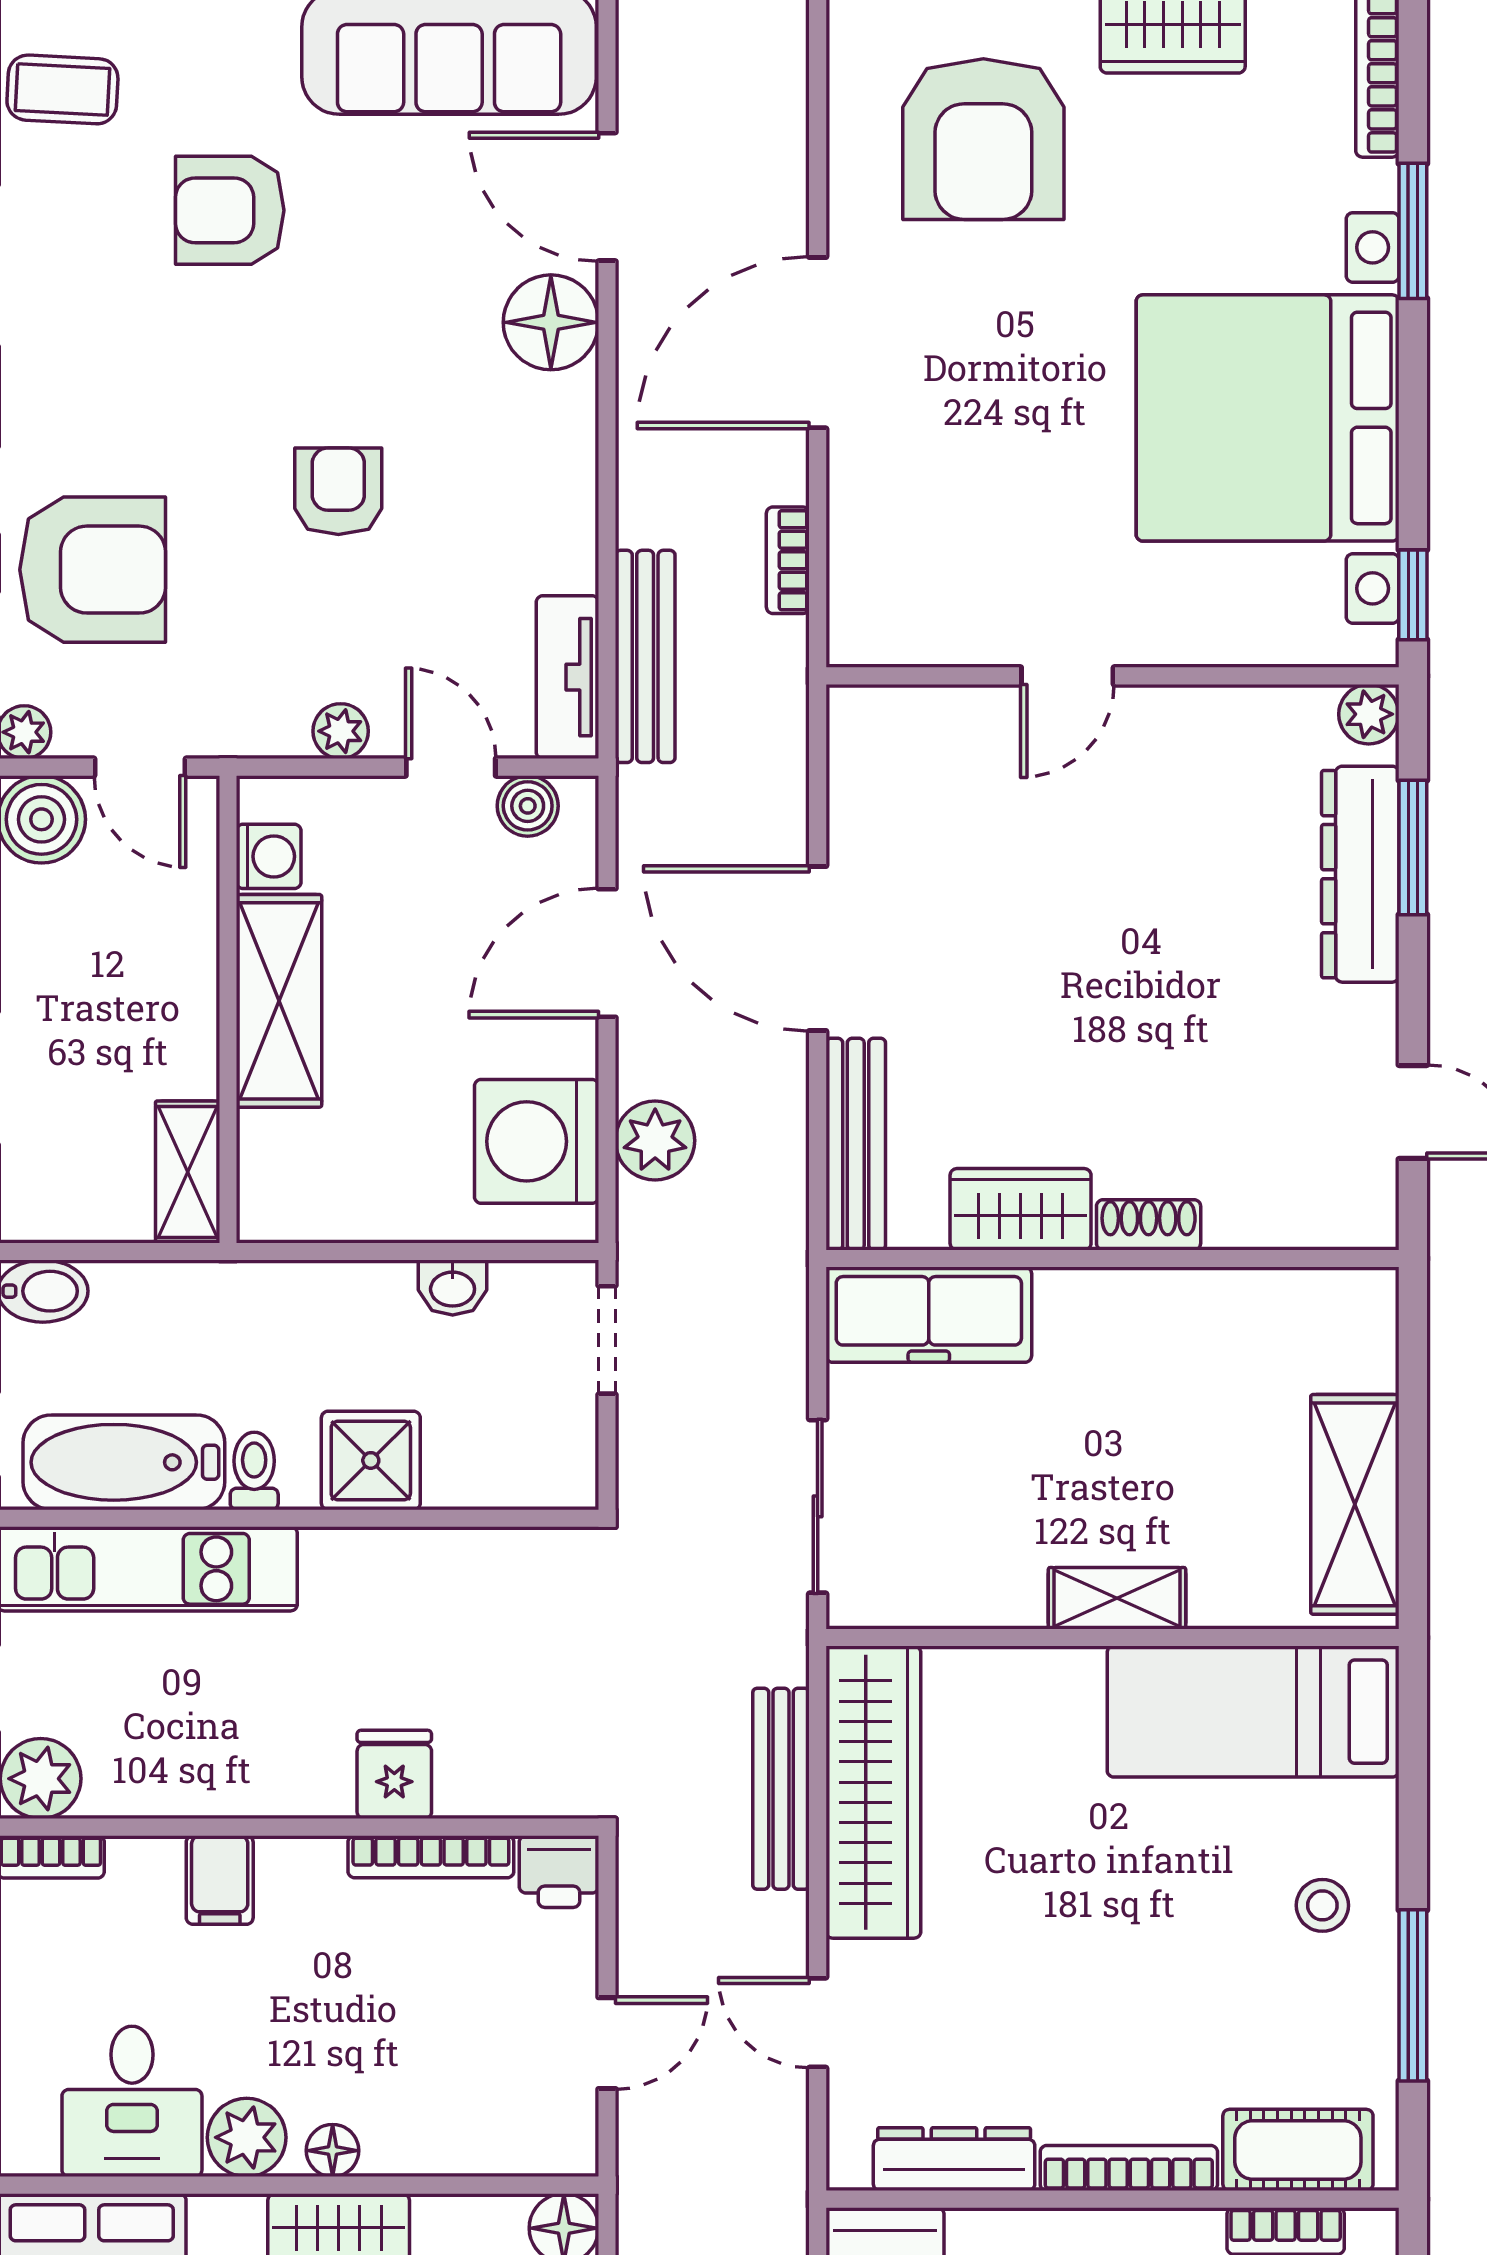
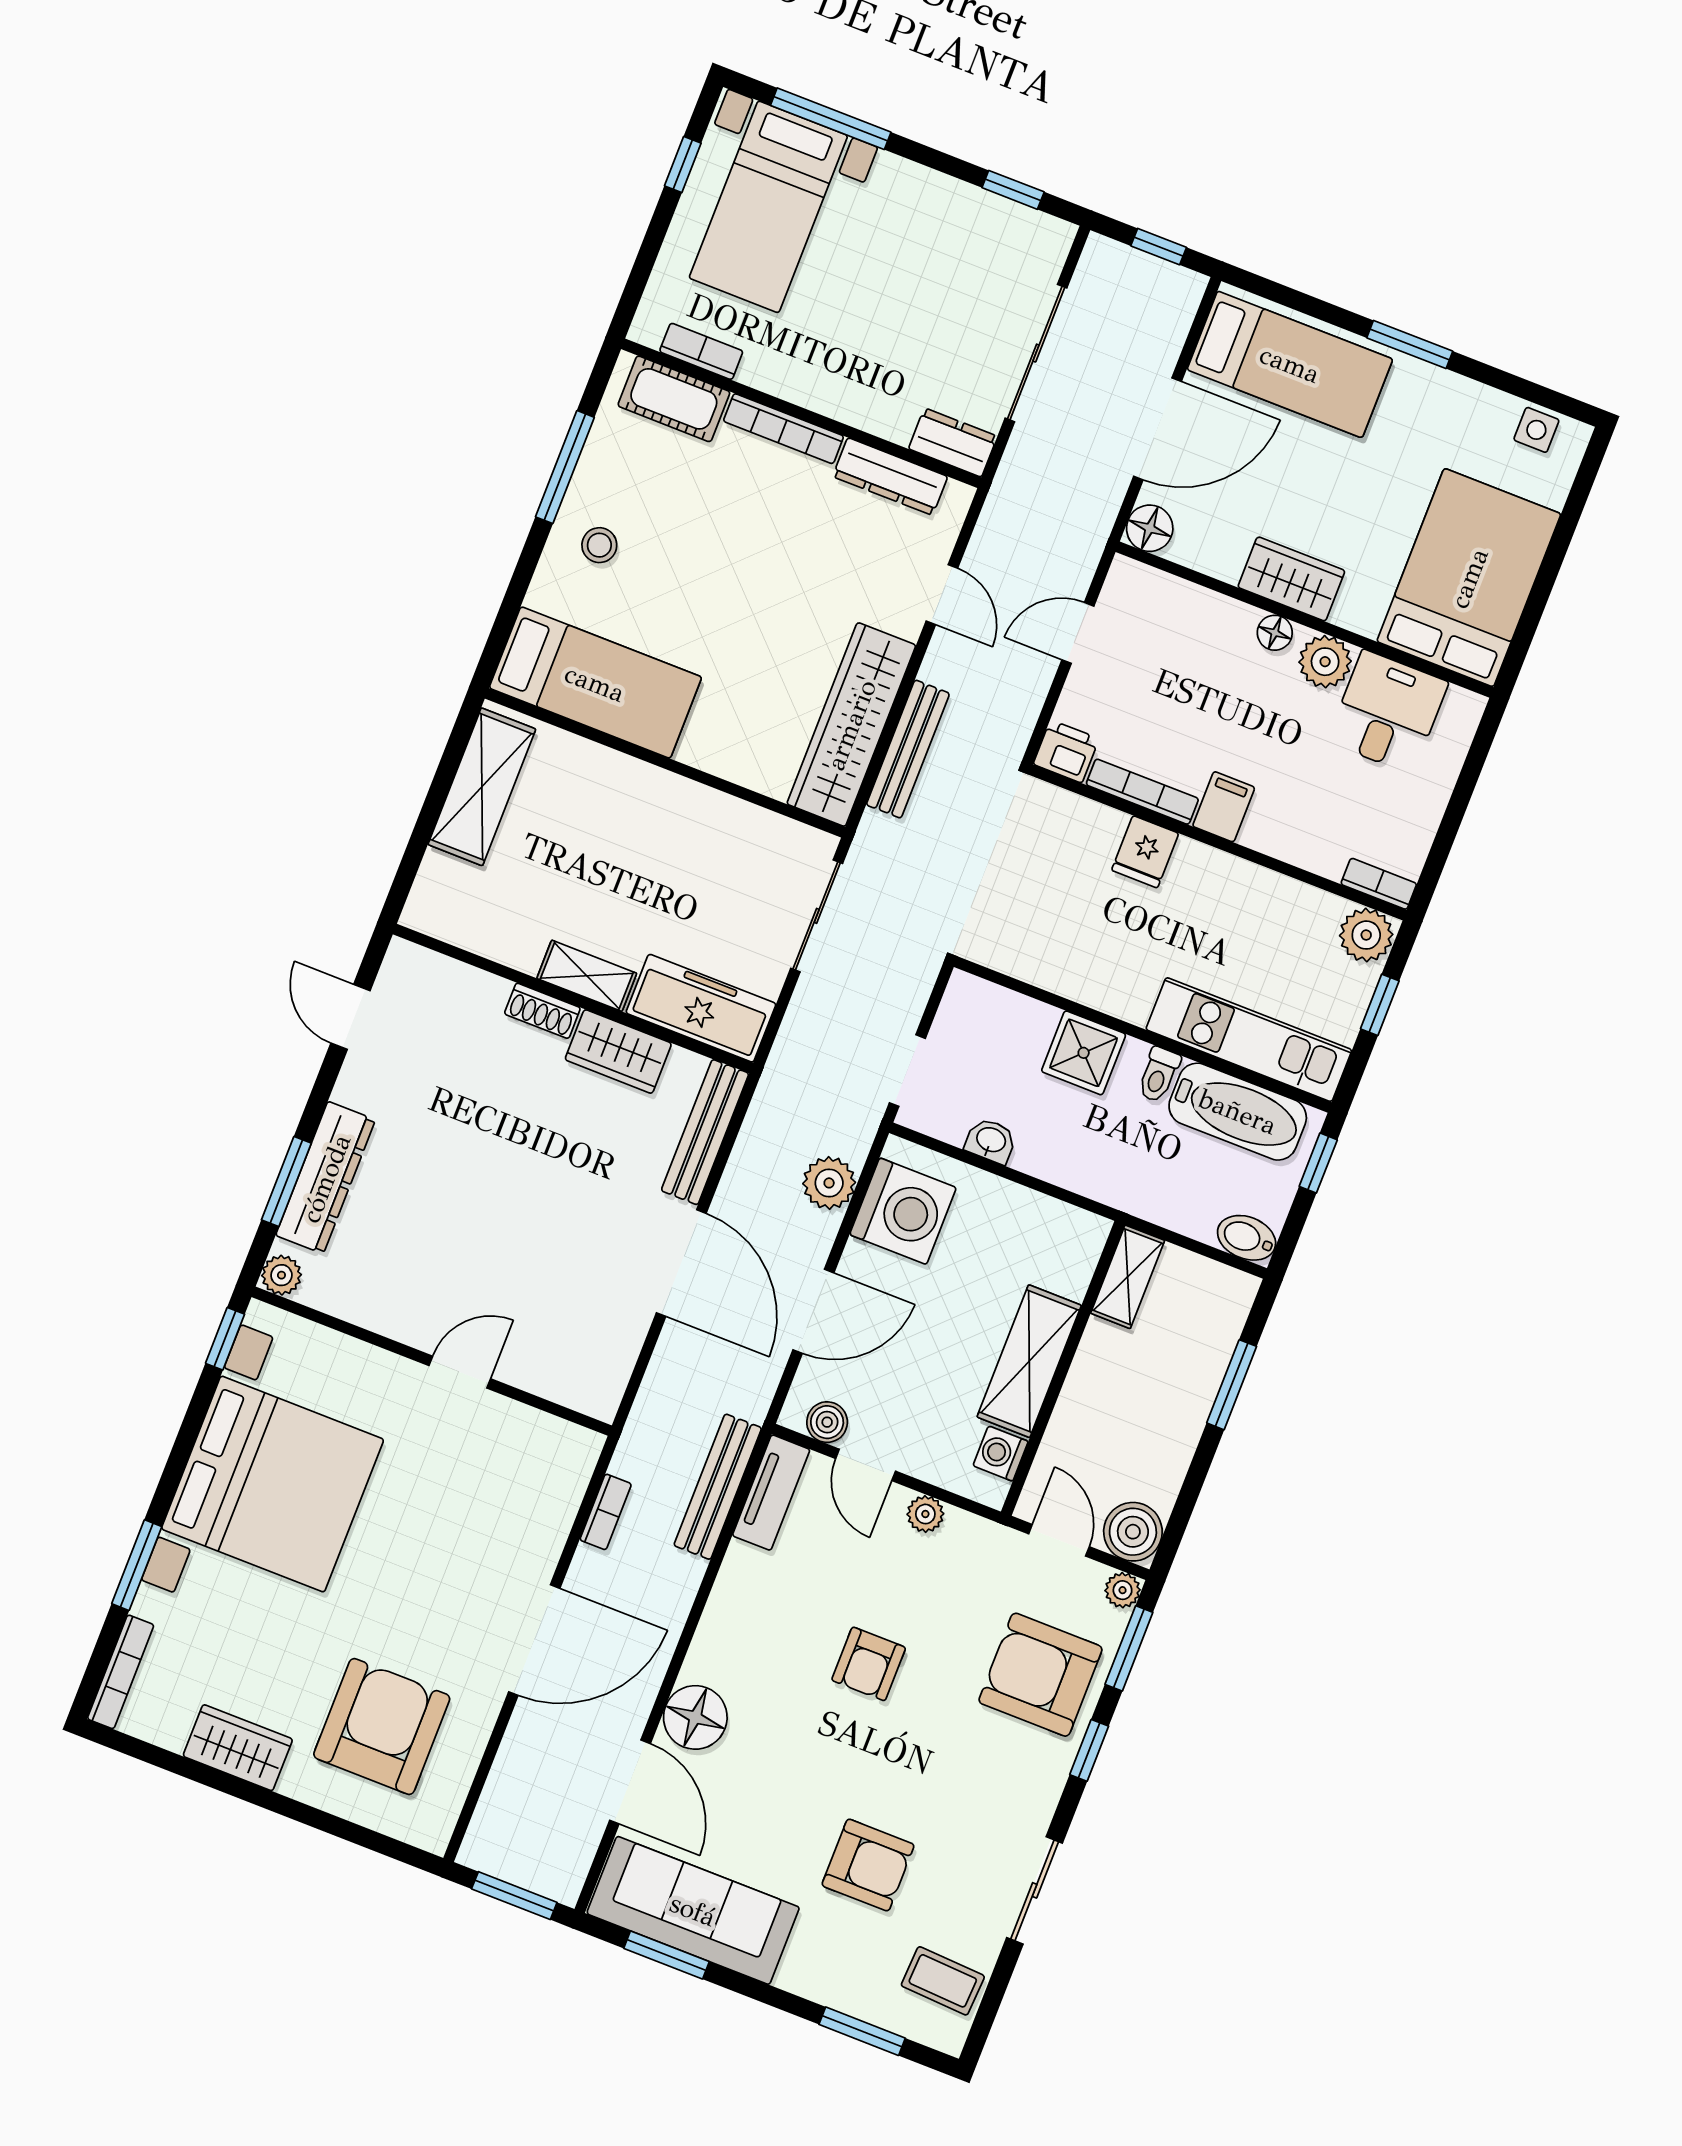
shelving: (1117, 1598) -> (587, 976), moved
filing cabinet: (220, 1880) -> (1224, 807), moved

